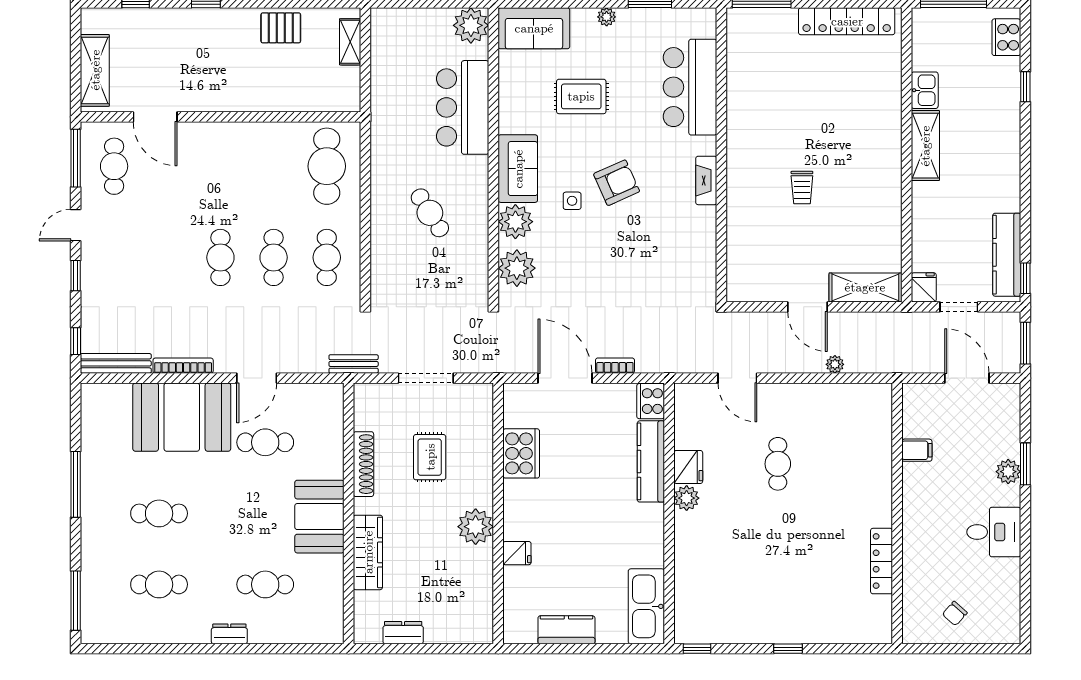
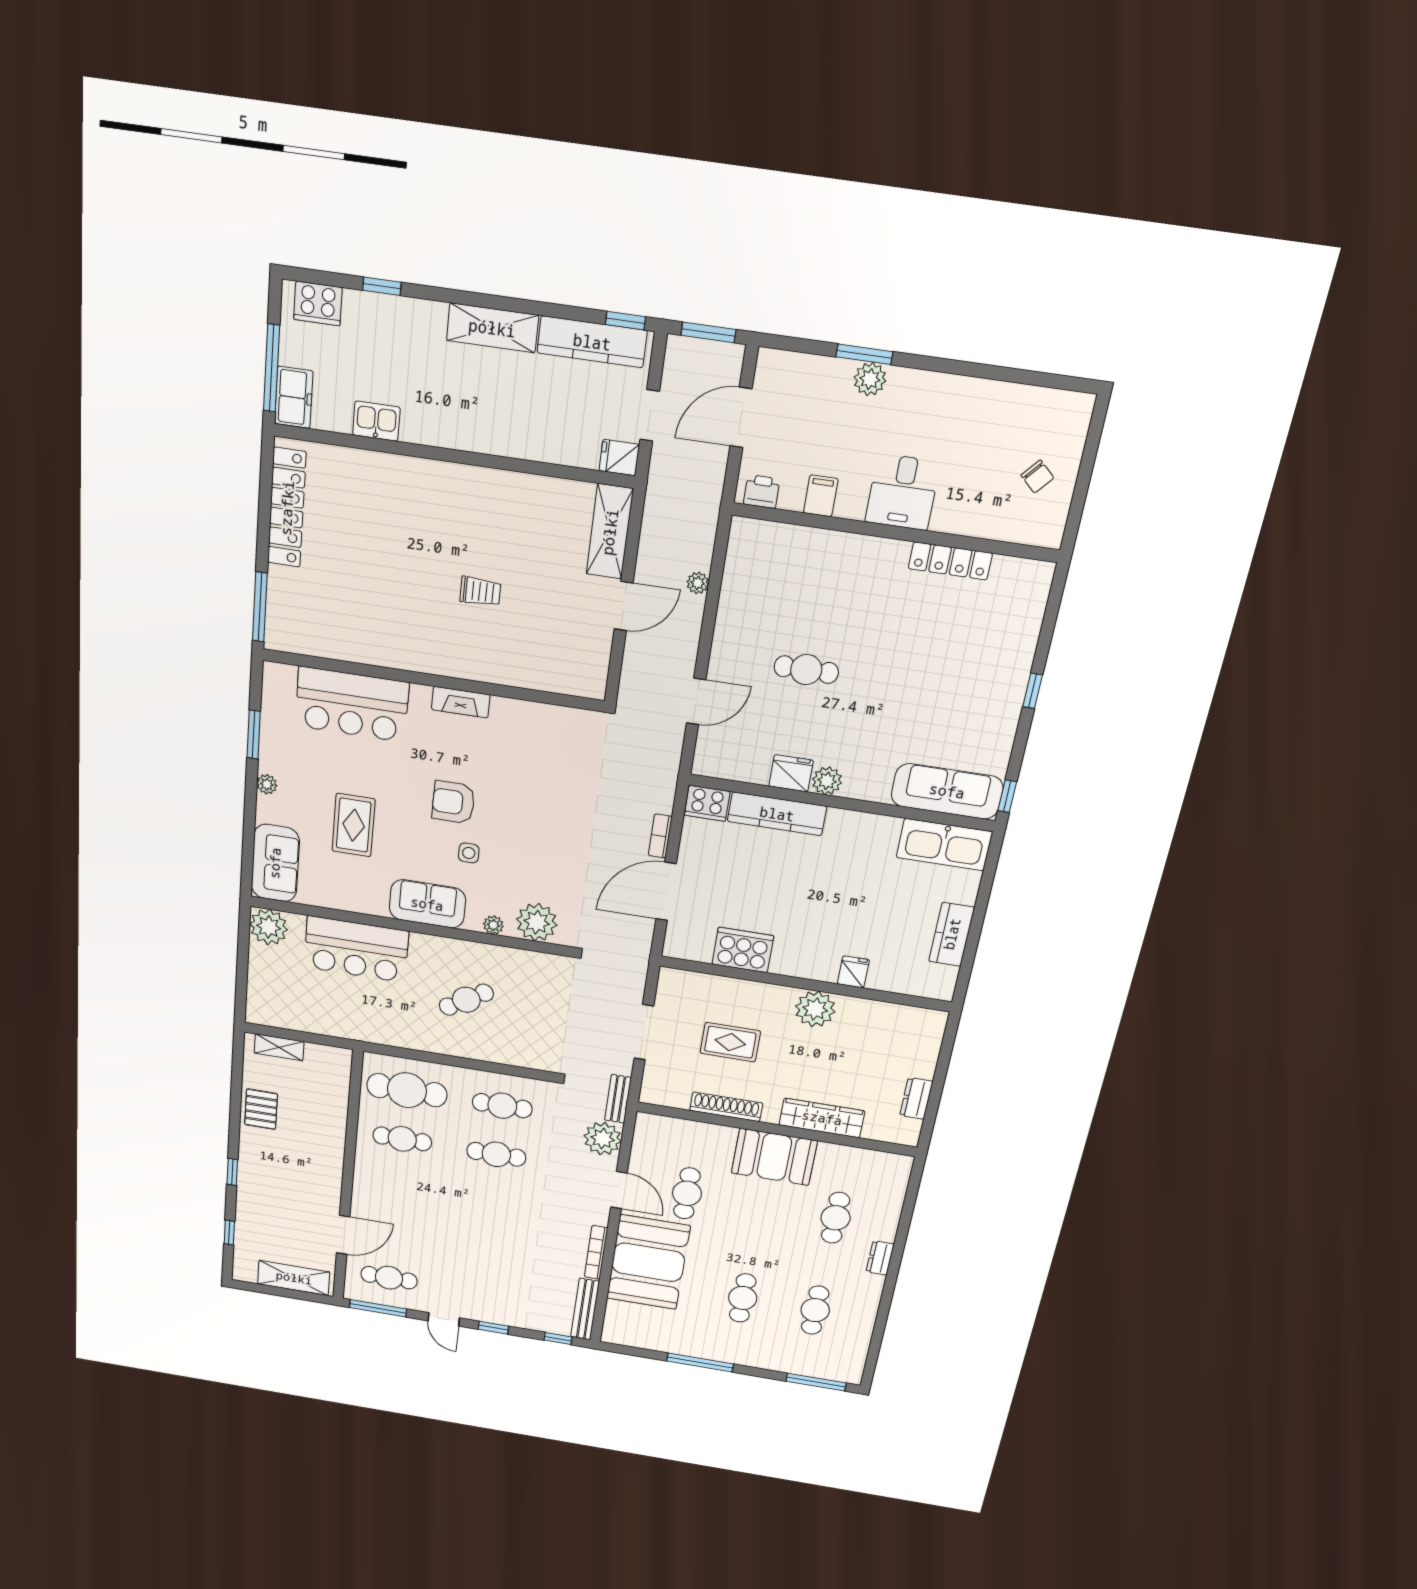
freezer: (934, 22) -> (294, 397), added
shelving: (925, 146) -> (492, 328), moved
armchair: (617, 183) -> (453, 802), turned -66
plant: (515, 222) -> (493, 925), width x0.53, depth x0.53
cafe table: (220, 257) -> (402, 1139), moved
plant: (309, 355) -> (603, 1139), added
printer: (914, 403) -> (762, 492), added
desk: (994, 532) -> (903, 492), moved, turned 180
sofa: (693, 599) -> (947, 791), added

